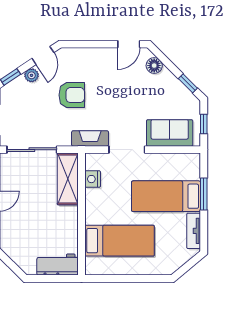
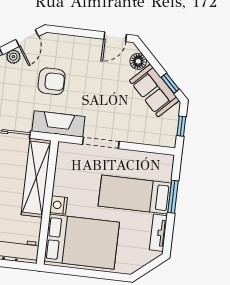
sofa: (170, 133) -> (154, 91), moved, turned -135
fireplace: (90, 138) -> (58, 124), width x1.37, depth x1.32
shelving: (68, 179) -> (36, 178), width x1.47
nightstand: (93, 179) -> (58, 205), moved
bed: (120, 241) -> (82, 242), width x1.50

